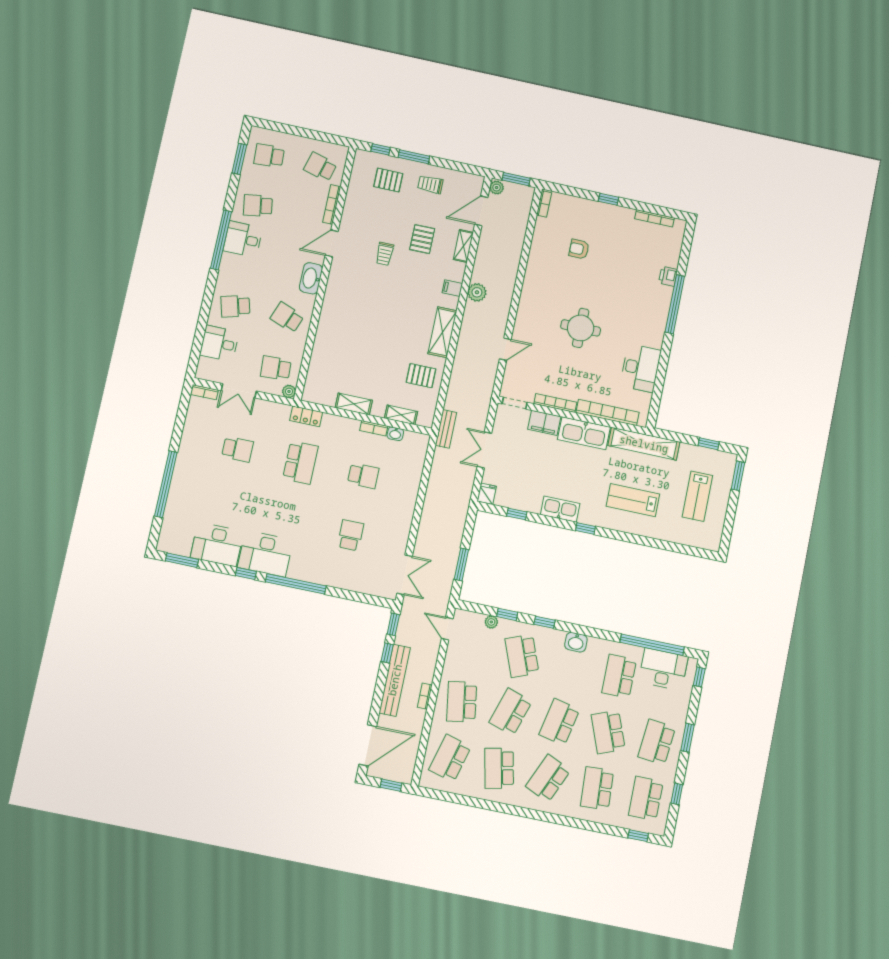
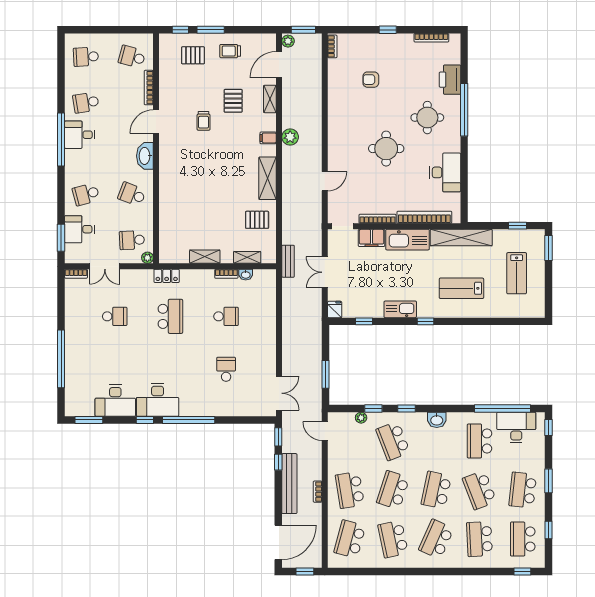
window: (239, 159) -> (61, 238), moved
printer: (668, 276) -> (450, 80), width x1.87, depth x1.48
round table: (633, 304) -> (427, 118), added

